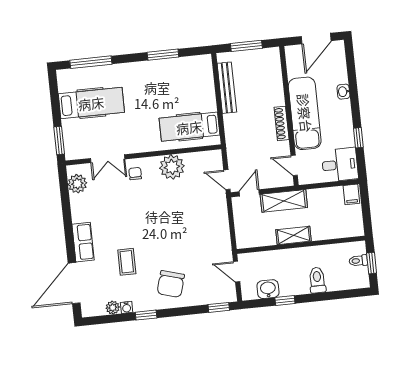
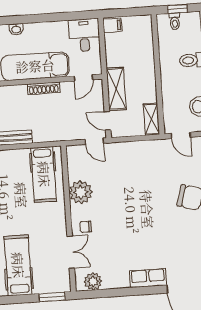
window: (358, 138) -> (60, 17), removed
door: (227, 180) -> (94, 141), hinge flipped
shelving: (294, 235) -> (151, 119), moved
coffee table: (127, 262) -> (168, 238), removed
door: (237, 272) -> (181, 135), hinge flipped

